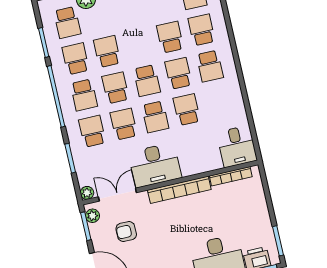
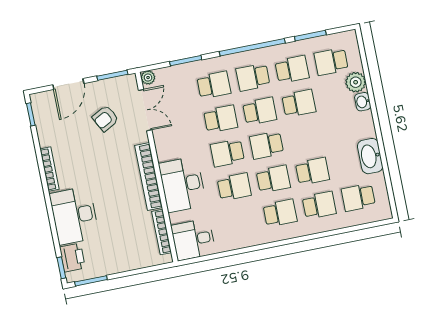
school desk: (210, 66) -> (280, 213), turned 180
desk: (155, 165) -> (182, 184), moved
plant: (92, 216) -> (123, 83), removed
armchair: (126, 231) -> (105, 118), turned -118

